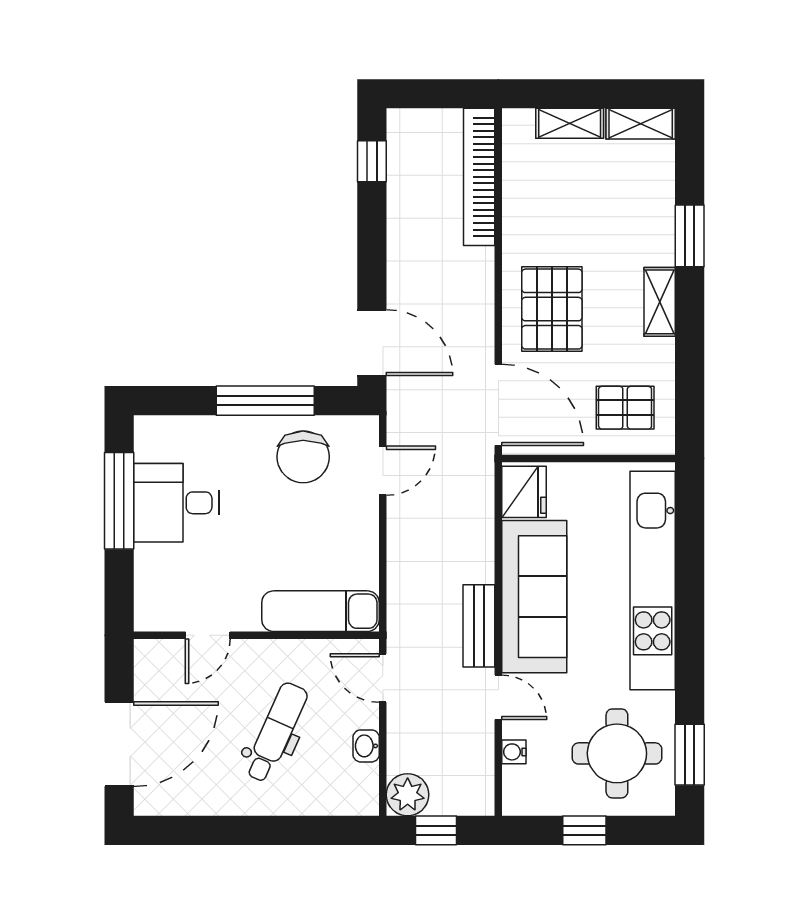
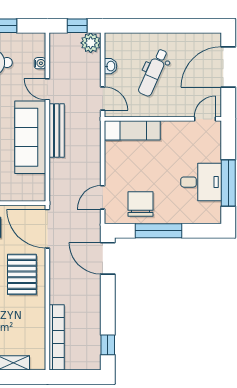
fridge: (524, 492) -> (35, 187), removed
bench: (479, 626) -> (57, 130), width x1.36
door: (208, 635) -> (205, 119), moved

